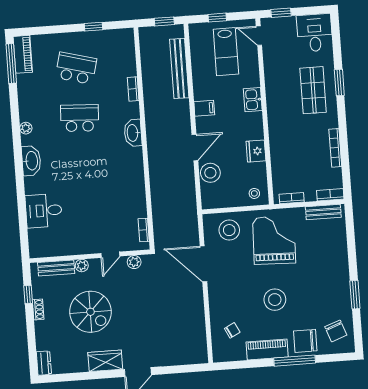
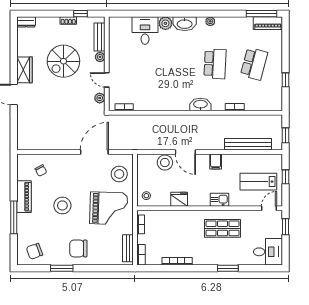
shop shelf: (313, 90) -> (223, 228), moved
plant: (33, 185) -> (165, 23), added
chair: (305, 341) -> (78, 248), moved, turned -90

